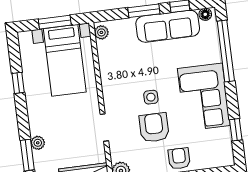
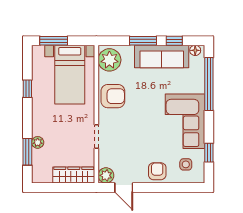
window: (55, 22) -> (54, 41), moved
plant: (101, 32) -> (109, 60), width x1.88, depth x1.88
side table: (151, 97) -> (186, 164), moved
armchair: (154, 128) -> (113, 96), moved, turned 90

